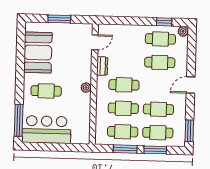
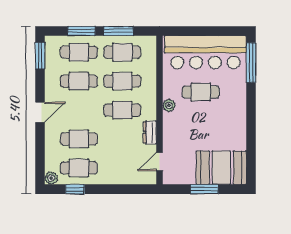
booth: (38, 52) -> (221, 168), moved, turned 90
cafe table: (46, 91) -> (201, 92), moved
bar counter: (46, 130) -> (205, 52), width x1.36

